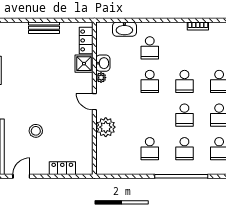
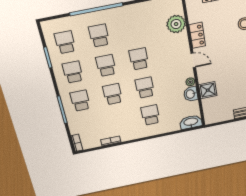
washbasin: (124, 29) -> (191, 122), moved
locker: (86, 40) -> (197, 35), moved
plant: (106, 127) -> (176, 24), moved
school desk: (150, 149) -> (139, 59), moved

